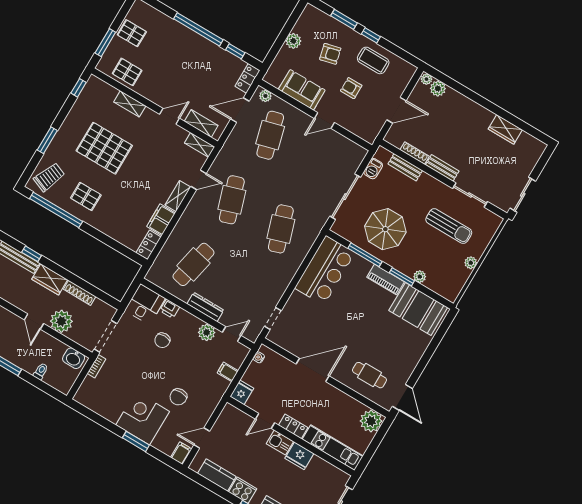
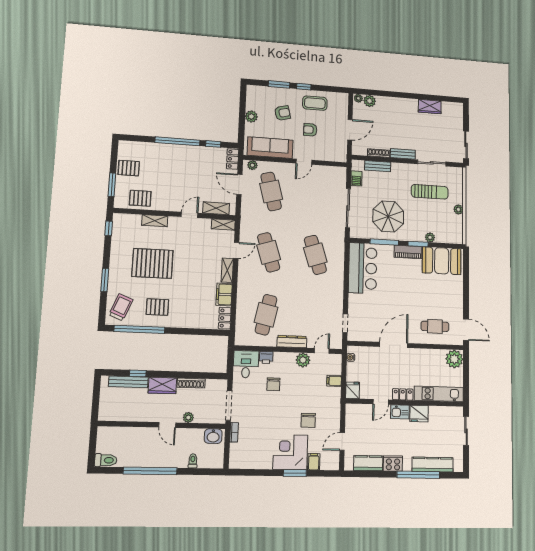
sofa: (302, 90) -> (270, 148), width x1.36
door: (240, 110) -> (239, 184), hinge flipped
plant: (61, 321) -> (188, 417), width x0.53, depth x0.53
filing cabinet: (181, 453) -> (314, 462), moved

